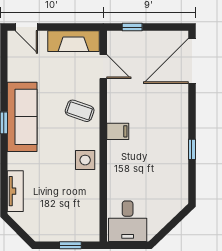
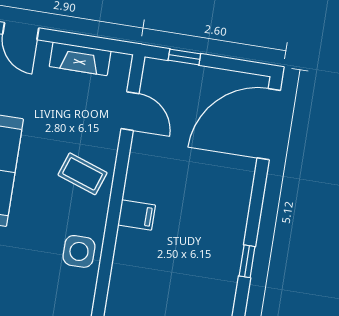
fireplace: (73, 41) -> (80, 59), width x0.73, depth x0.76

